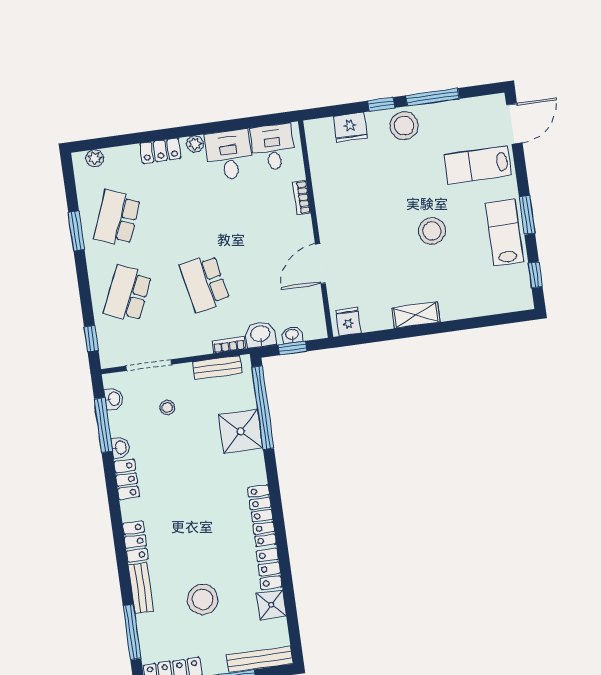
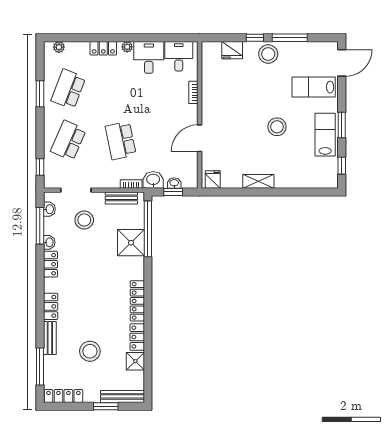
stool: (167, 407) -> (84, 220), width x1.89, depth x1.89

